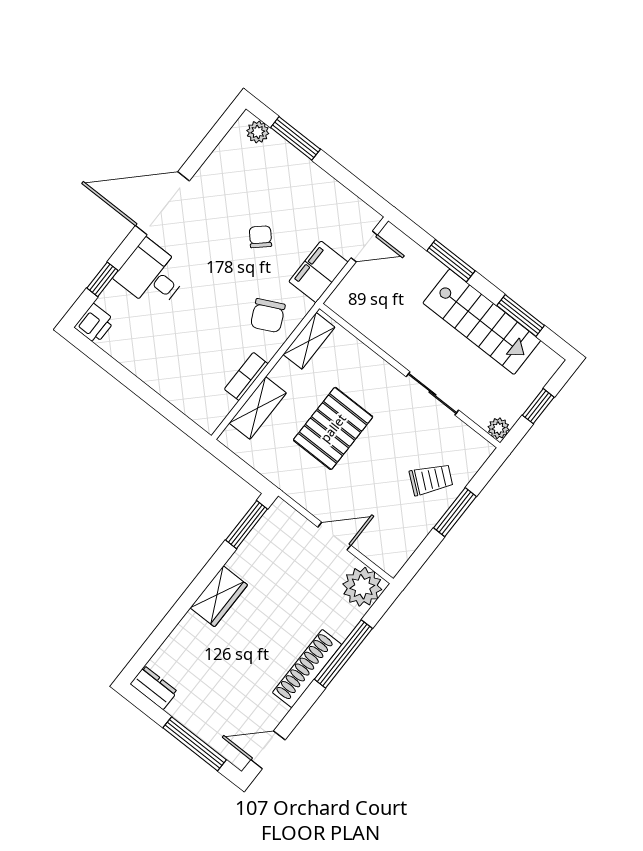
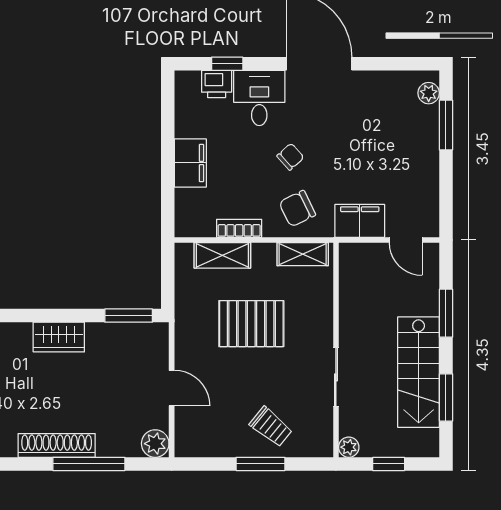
chair: (260, 237) -> (290, 157), moved
printer: (95, 324) -> (217, 84), moved
filing cabinet: (161, 374) -> (190, 163), added
plant: (362, 587) -> (155, 444), width x0.73, depth x0.73

